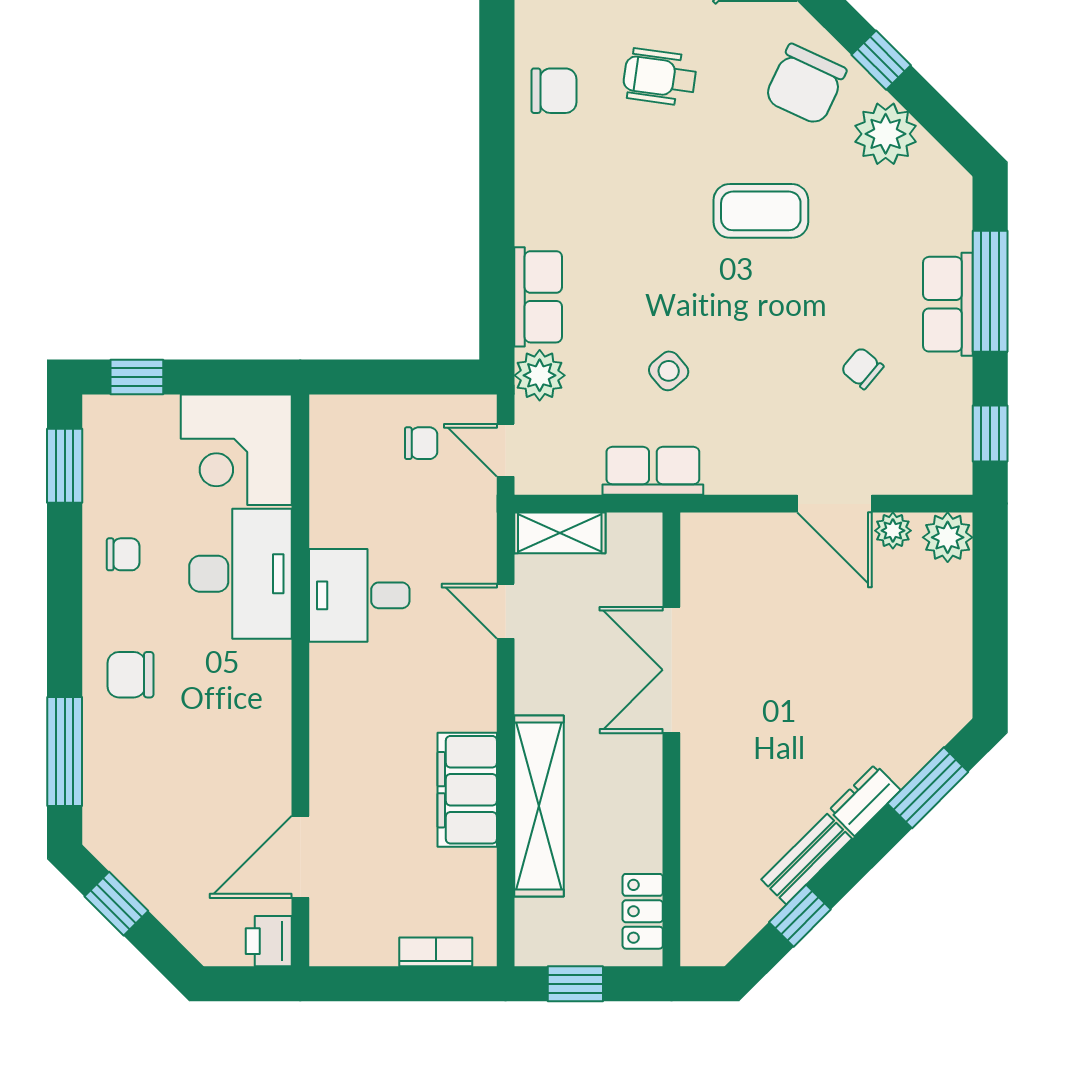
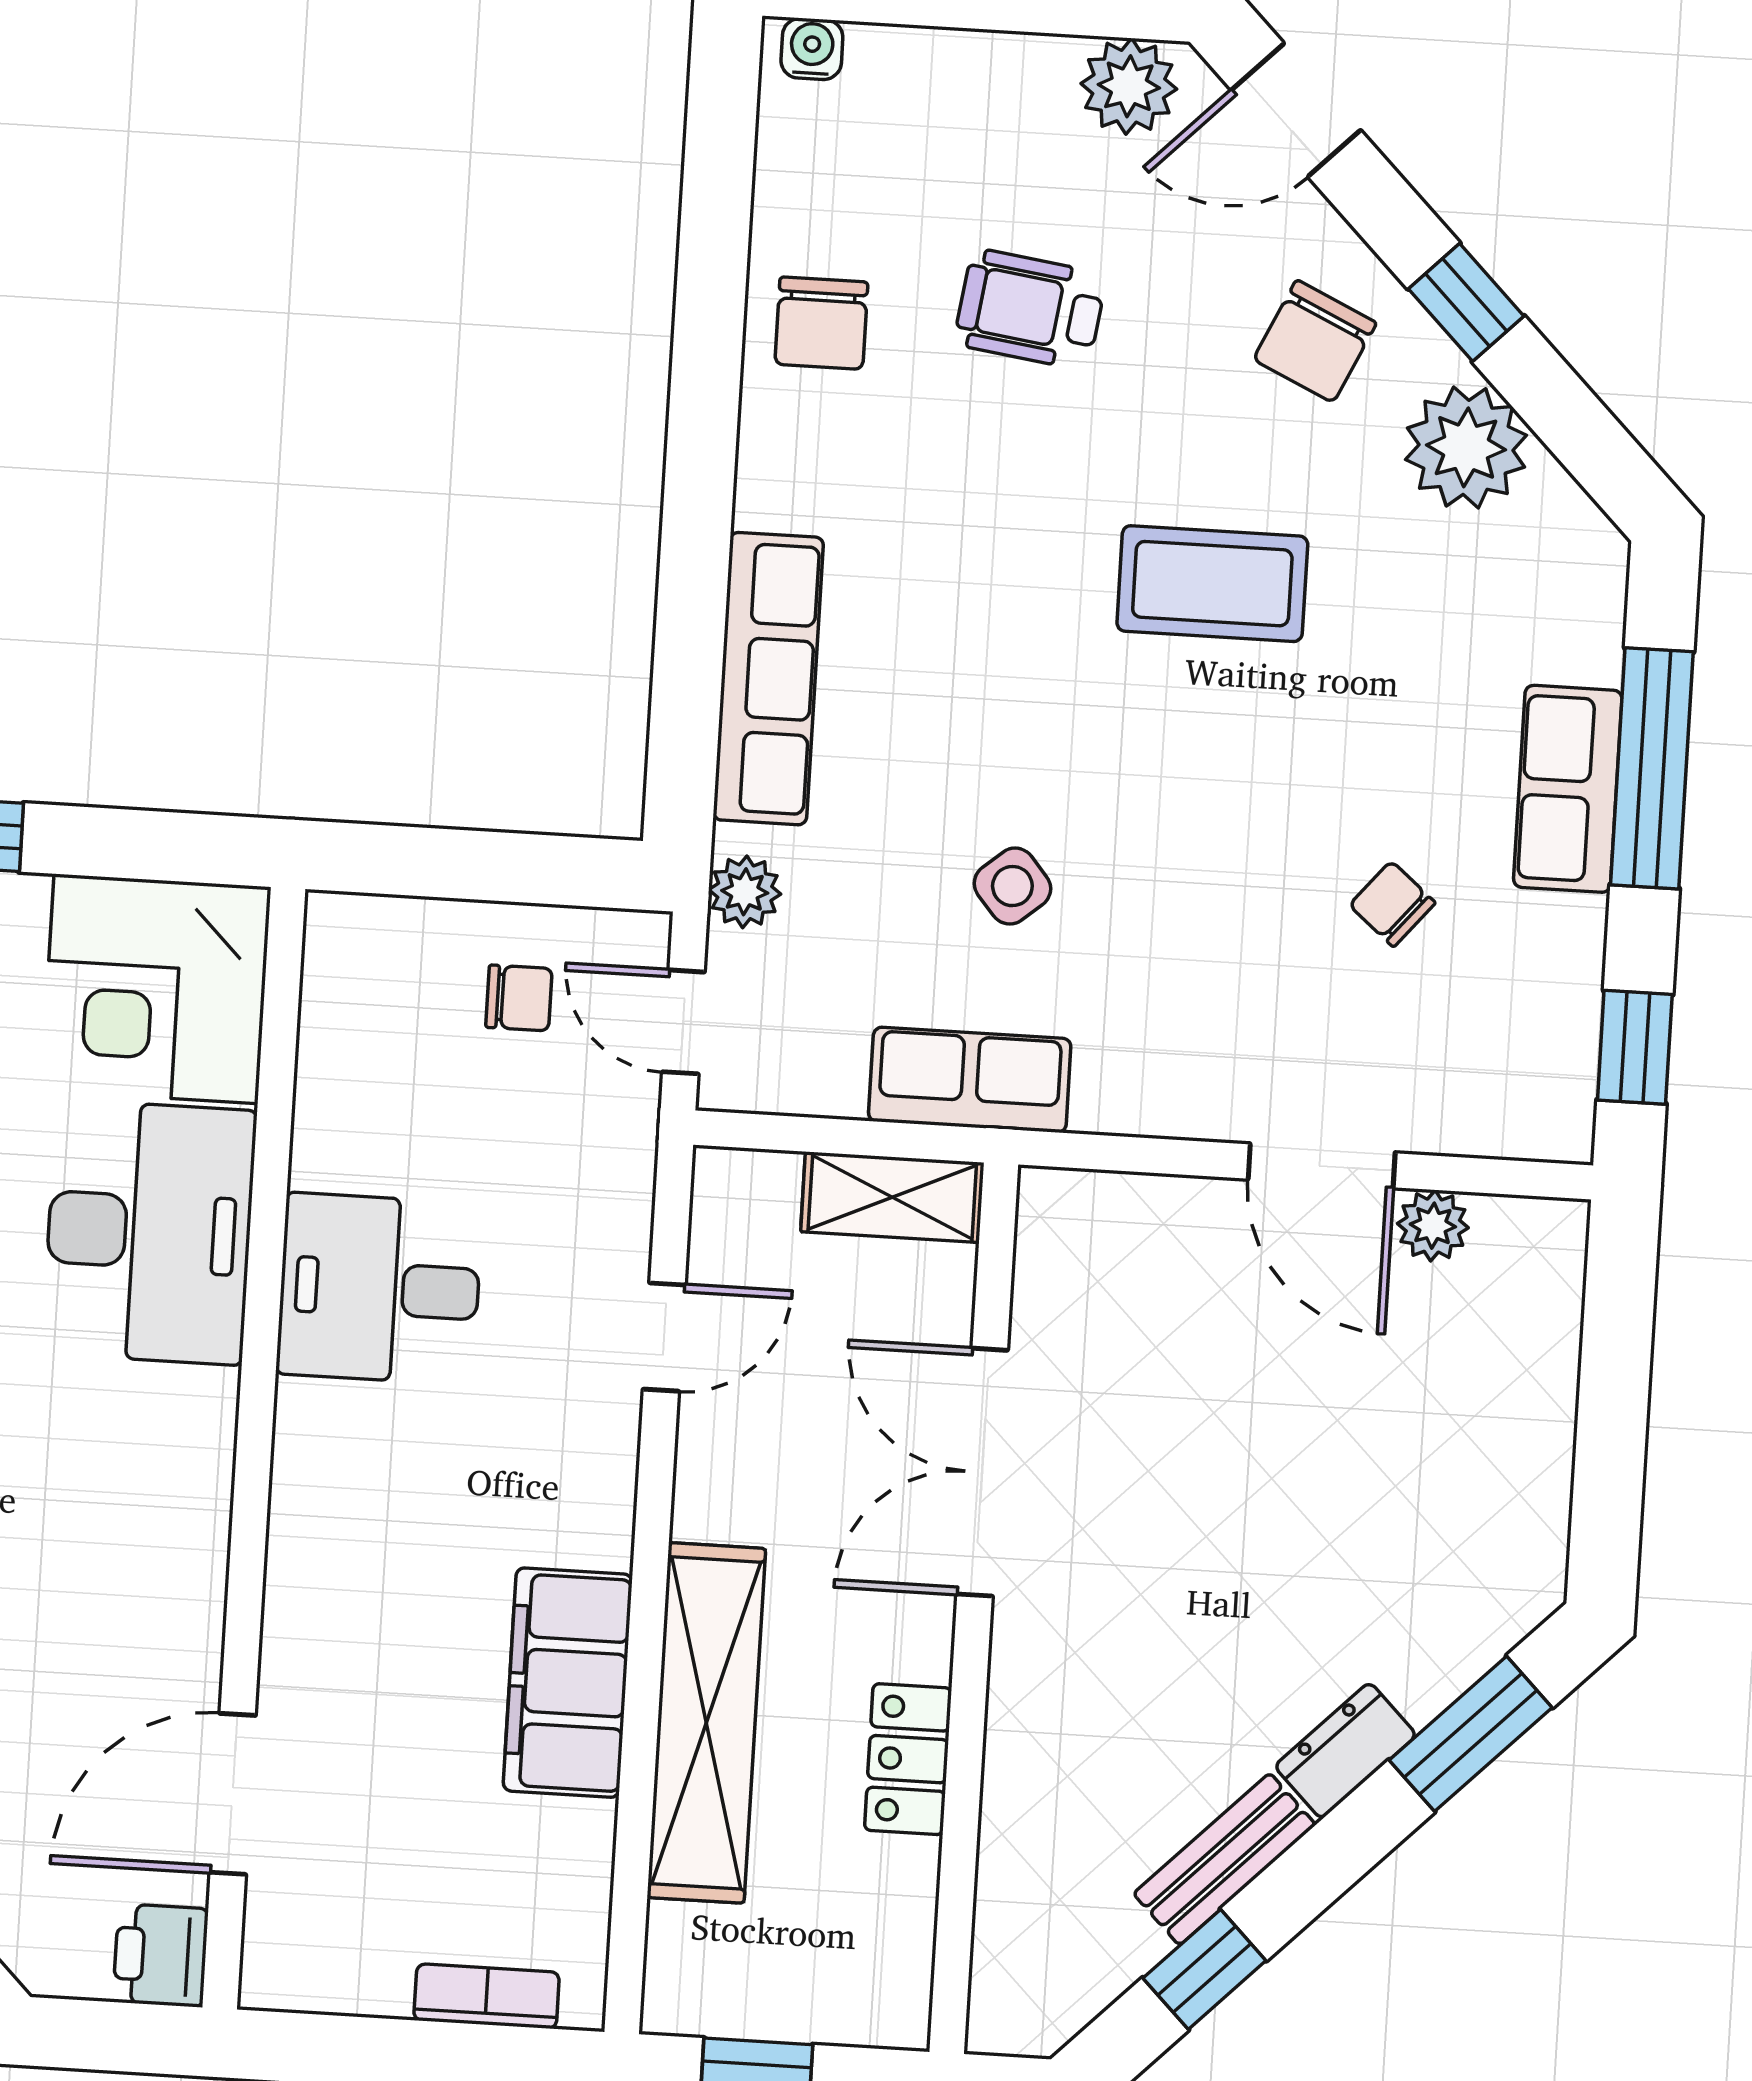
chair: (805, 85) -> (1315, 341), width x0.73, depth x0.73
chair: (554, 91) -> (821, 323), turned 90
row of seats: (538, 297) -> (768, 679), width x1.48
plant: (540, 375) -> (745, 892), width x0.73, depth x0.73
shelving: (560, 533) -> (892, 1197), moved
plant: (948, 537) -> (1539, 1245), removed
door: (506, 611) -> (664, 1337), swing flipped
locker: (643, 911) -> (908, 1759), moved

